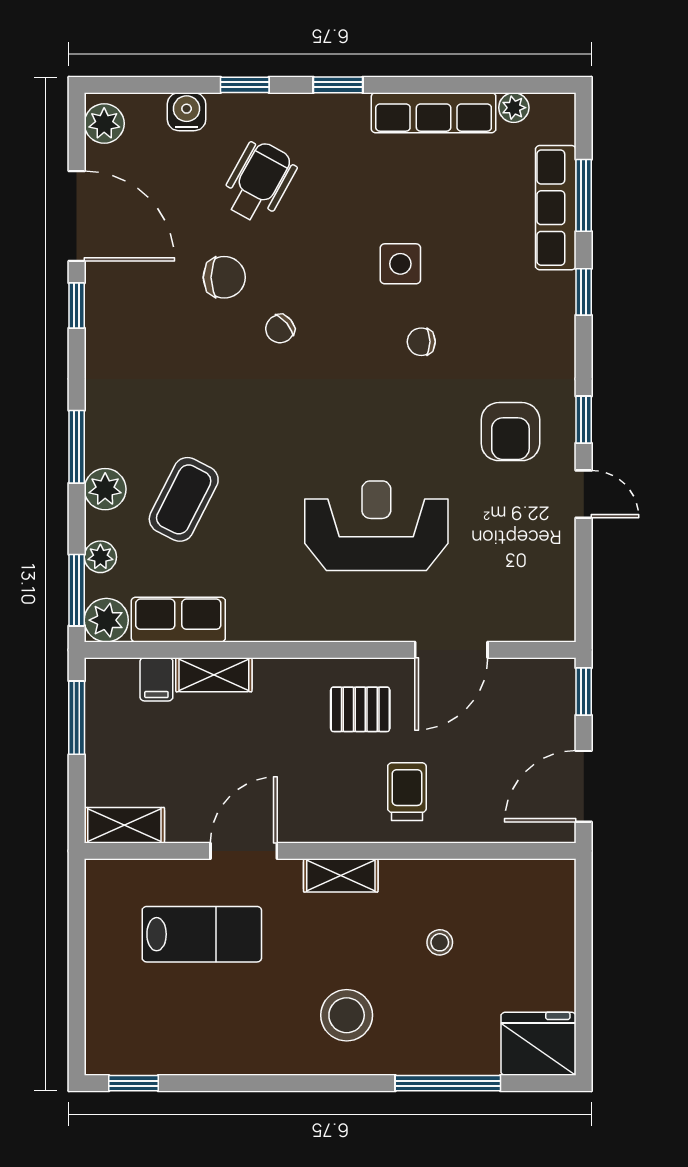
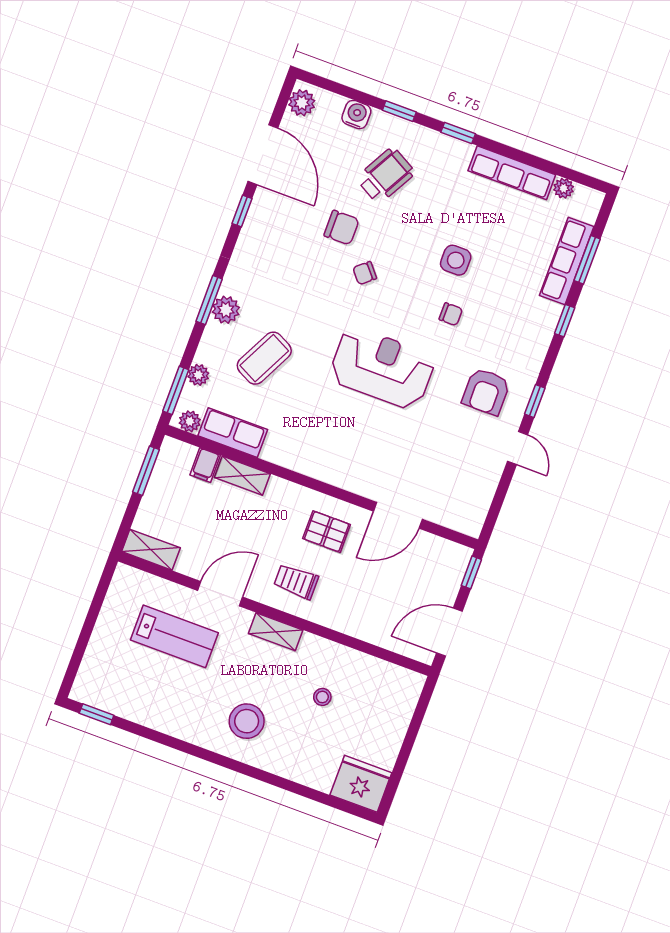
chair: (421, 342) -> (451, 314), turned 180
plant: (105, 489) -> (226, 310), moved
reception desk: (376, 526) -> (382, 368), moved
plant: (106, 620) -> (190, 421), width x0.73, depth x0.73
trolley: (407, 792) -> (296, 582), moved, turned -90
window: (448, 1083) -> (295, 788), removed

